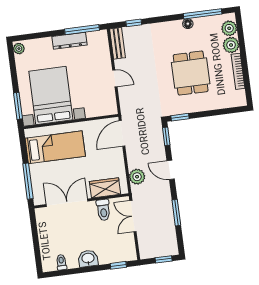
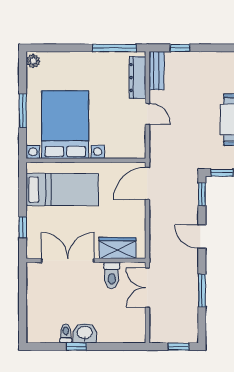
dresser: (69, 41) -> (137, 77), moved, turned 90
window: (18, 106) -> (23, 111), moved
plant: (137, 177) -> (159, 240), removed
window: (28, 181) -> (23, 227), width x0.46
toilet: (61, 262) -> (66, 333), moved
window: (118, 265) -> (76, 347), moved

